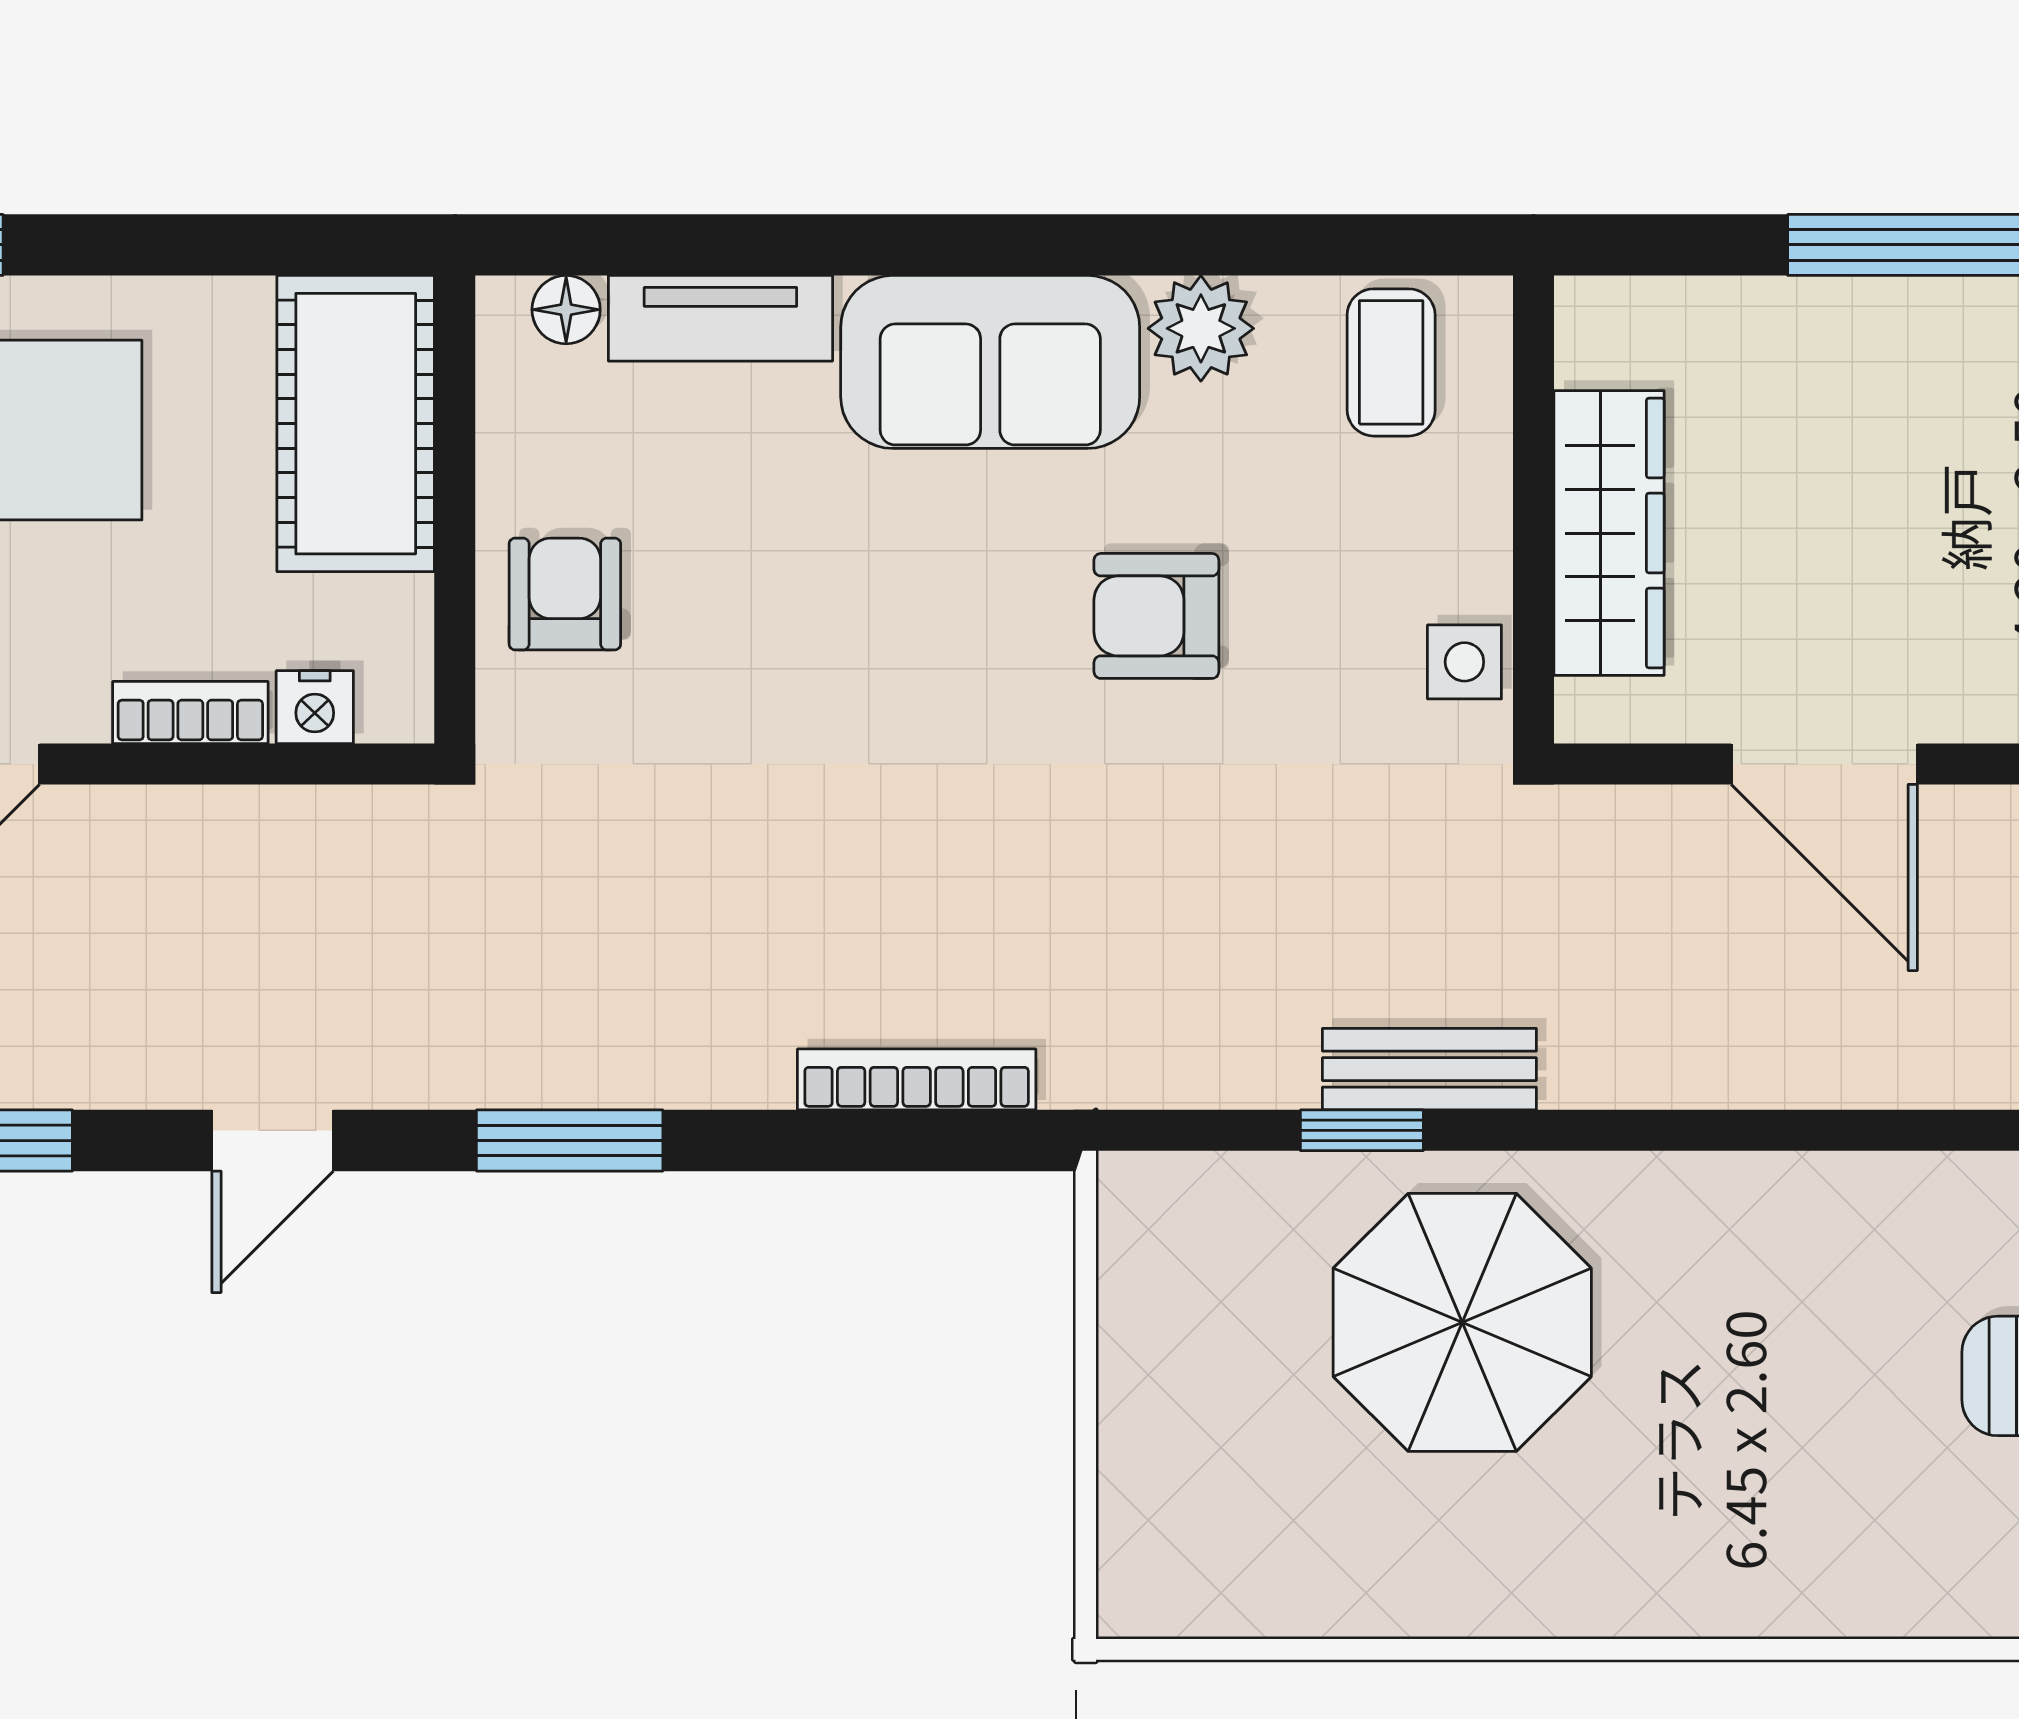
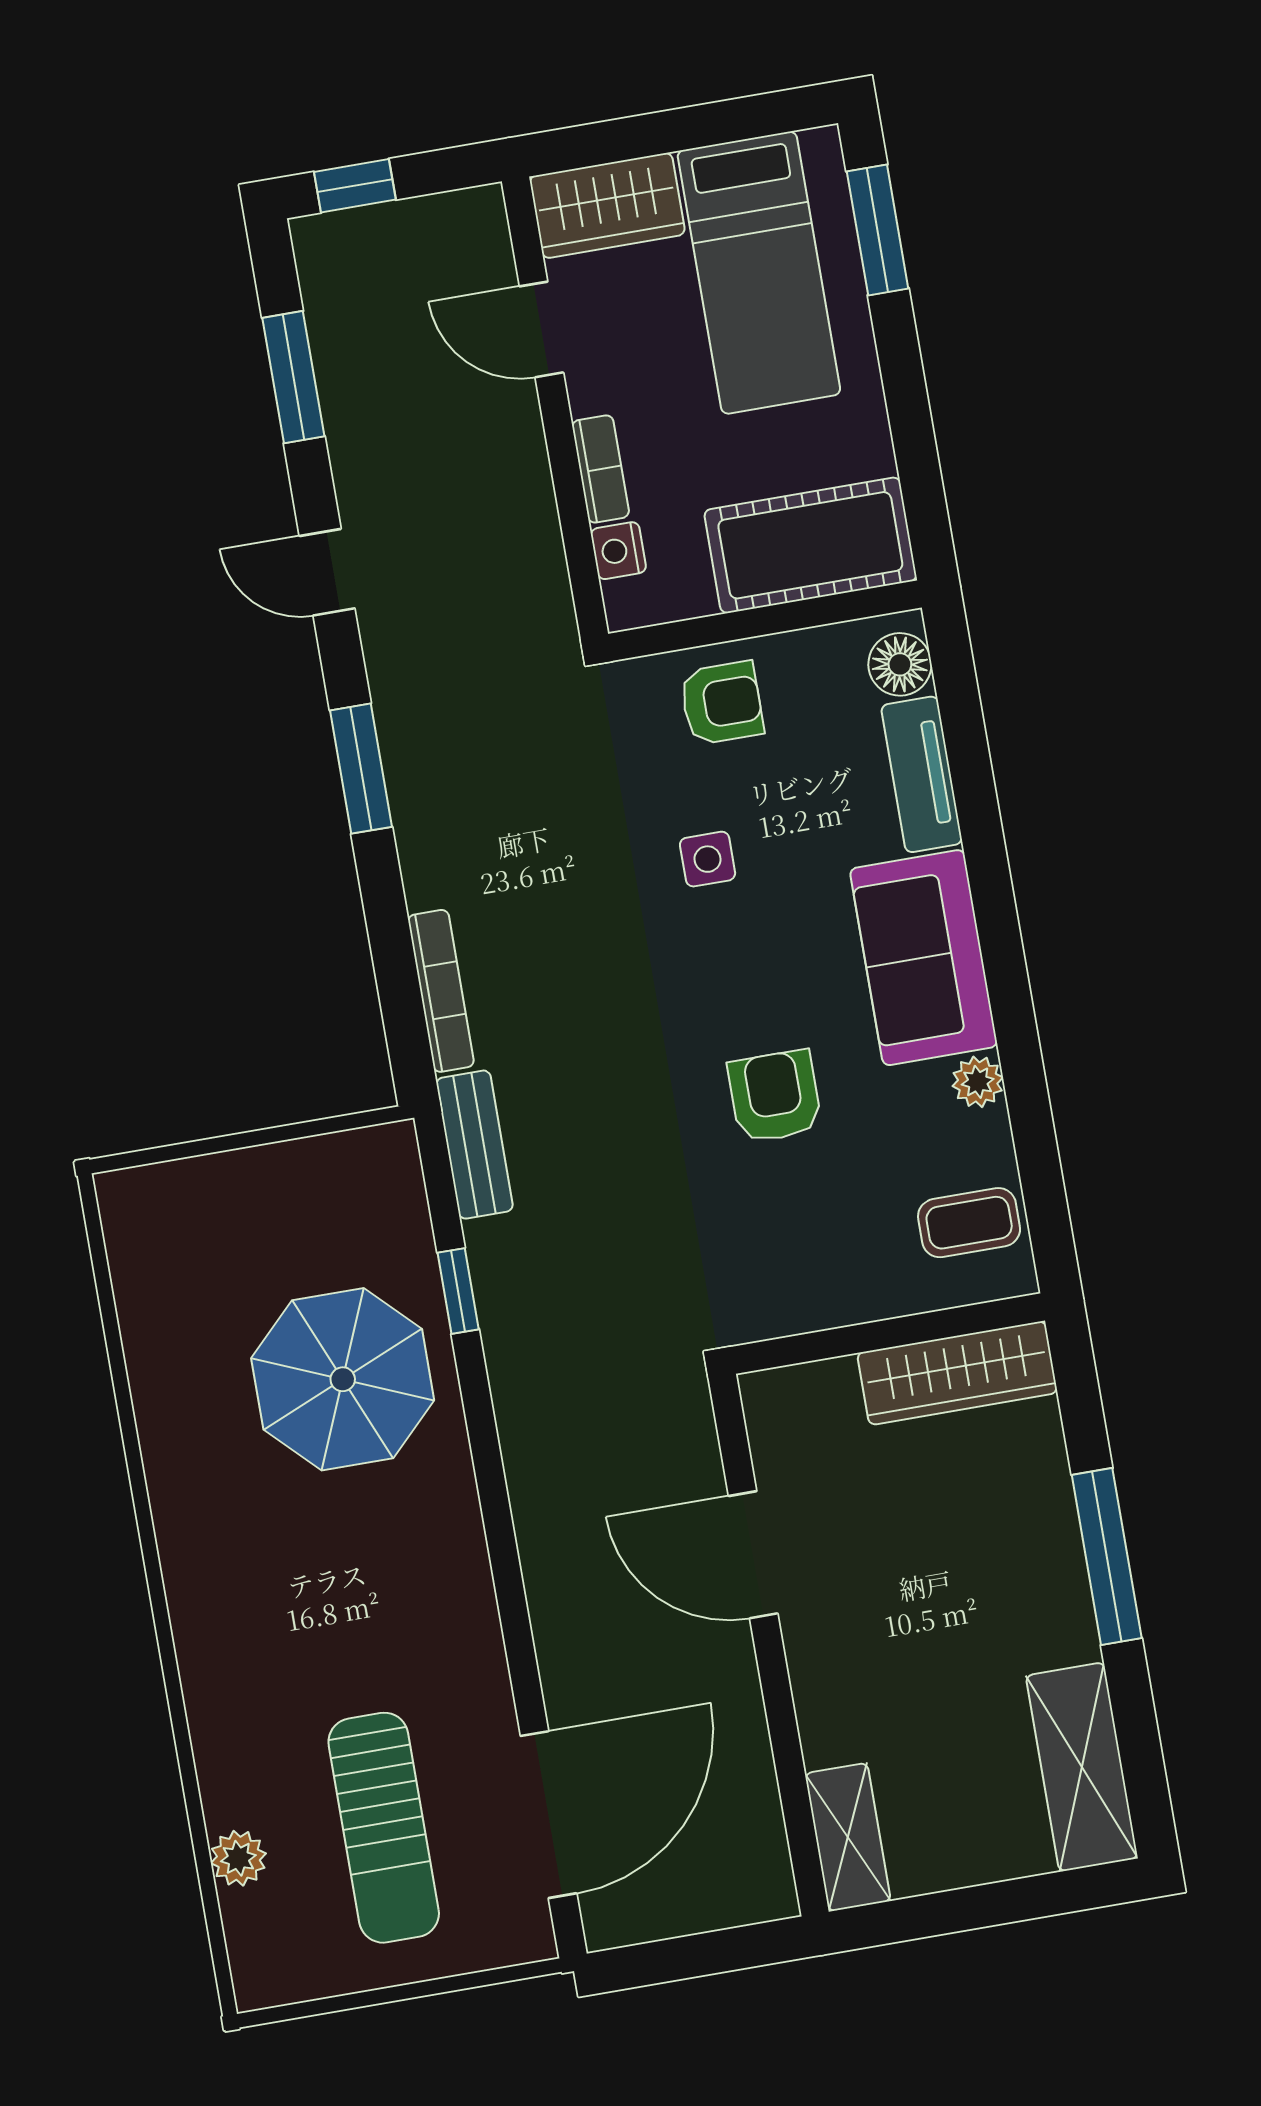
floor lamp: (566, 310) -> (900, 664), width x1.37, depth x1.37
plant: (1201, 328) -> (978, 1082), width x0.73, depth x0.73
wardrobe: (1609, 533) -> (957, 1373), moved
side table: (1464, 662) -> (708, 859), moved
door: (1824, 764) -> (753, 1555), hinge flipped
bench: (1429, 1069) -> (475, 1145), moved

